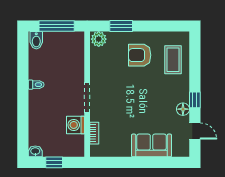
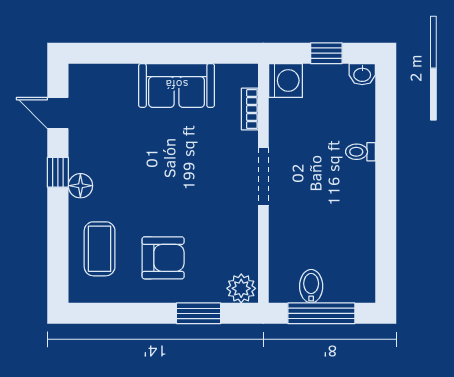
bidet: (36, 40) -> (311, 286), moved
toilet: (36, 85) -> (360, 152), moved
floor lamp: (183, 109) -> (80, 186), moved
washing machine: (75, 125) -> (285, 80), moved
sofa: (152, 145) -> (177, 85), moved

